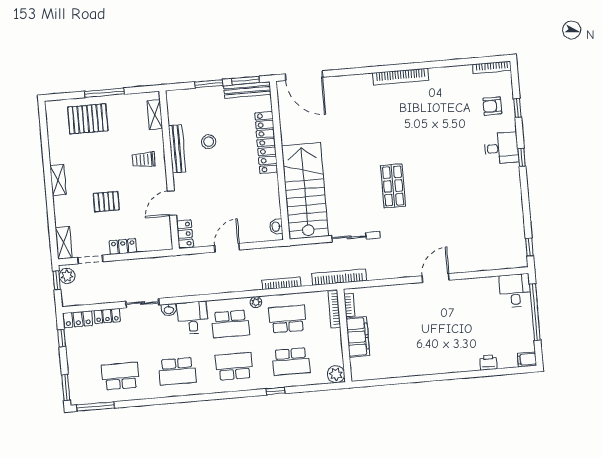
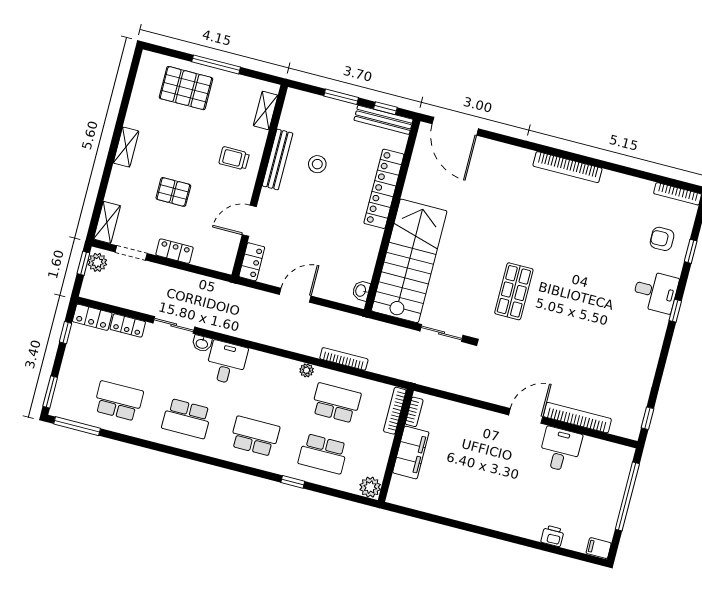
window: (246, 81) -> (385, 108), width x0.67
bookcase: (339, 277) -> (577, 418), moved
desk: (515, 291) -> (560, 449), moved
school desk: (230, 324) -> (268, 385), removed

